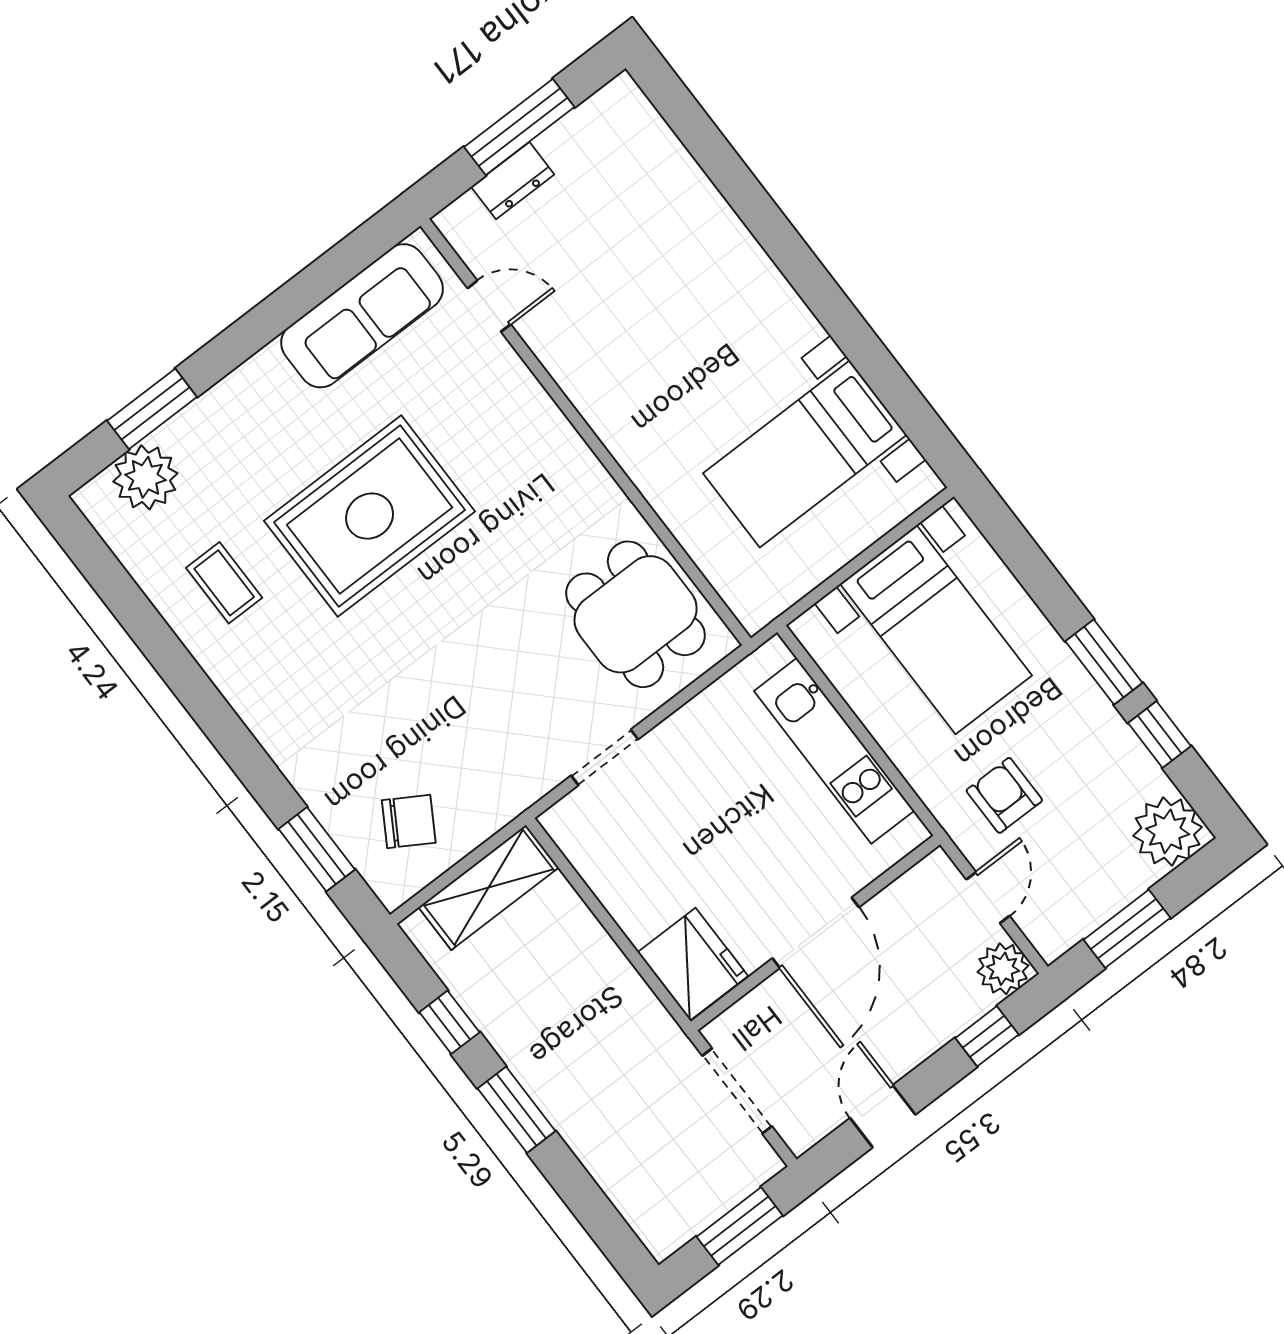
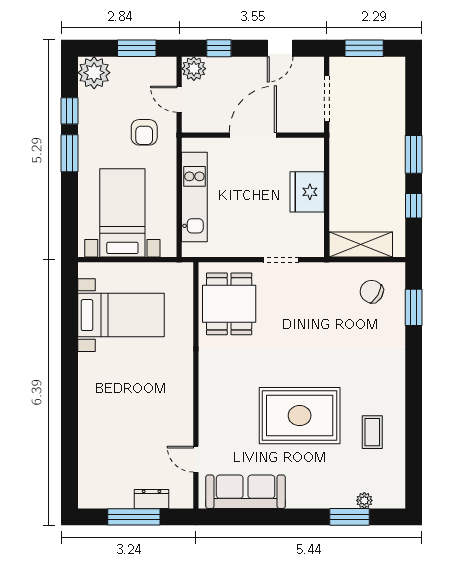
plant: (145, 477) -> (364, 500), width x0.53, depth x0.53
door: (988, 898) -> (179, 99), hinge flipped
fridge: (693, 964) -> (307, 192), moved

